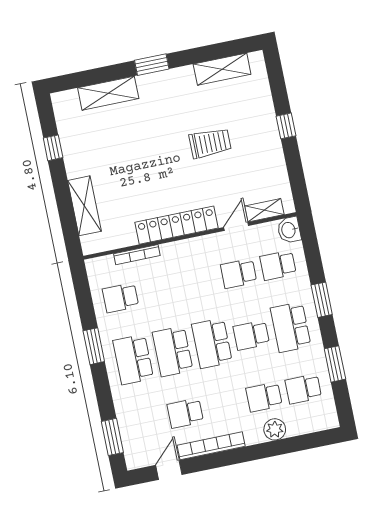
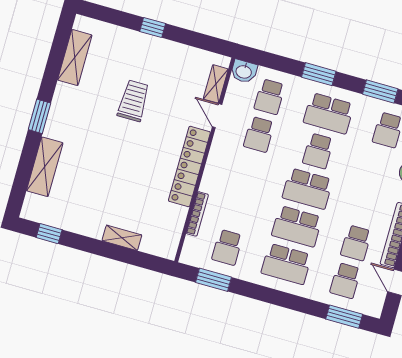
window: (53, 148) -> (49, 234), moved
shelving: (84, 206) -> (122, 238), width x0.67, depth x0.75
window: (94, 346) -> (213, 280), moved
school desk: (264, 397) -> (345, 281), moved

